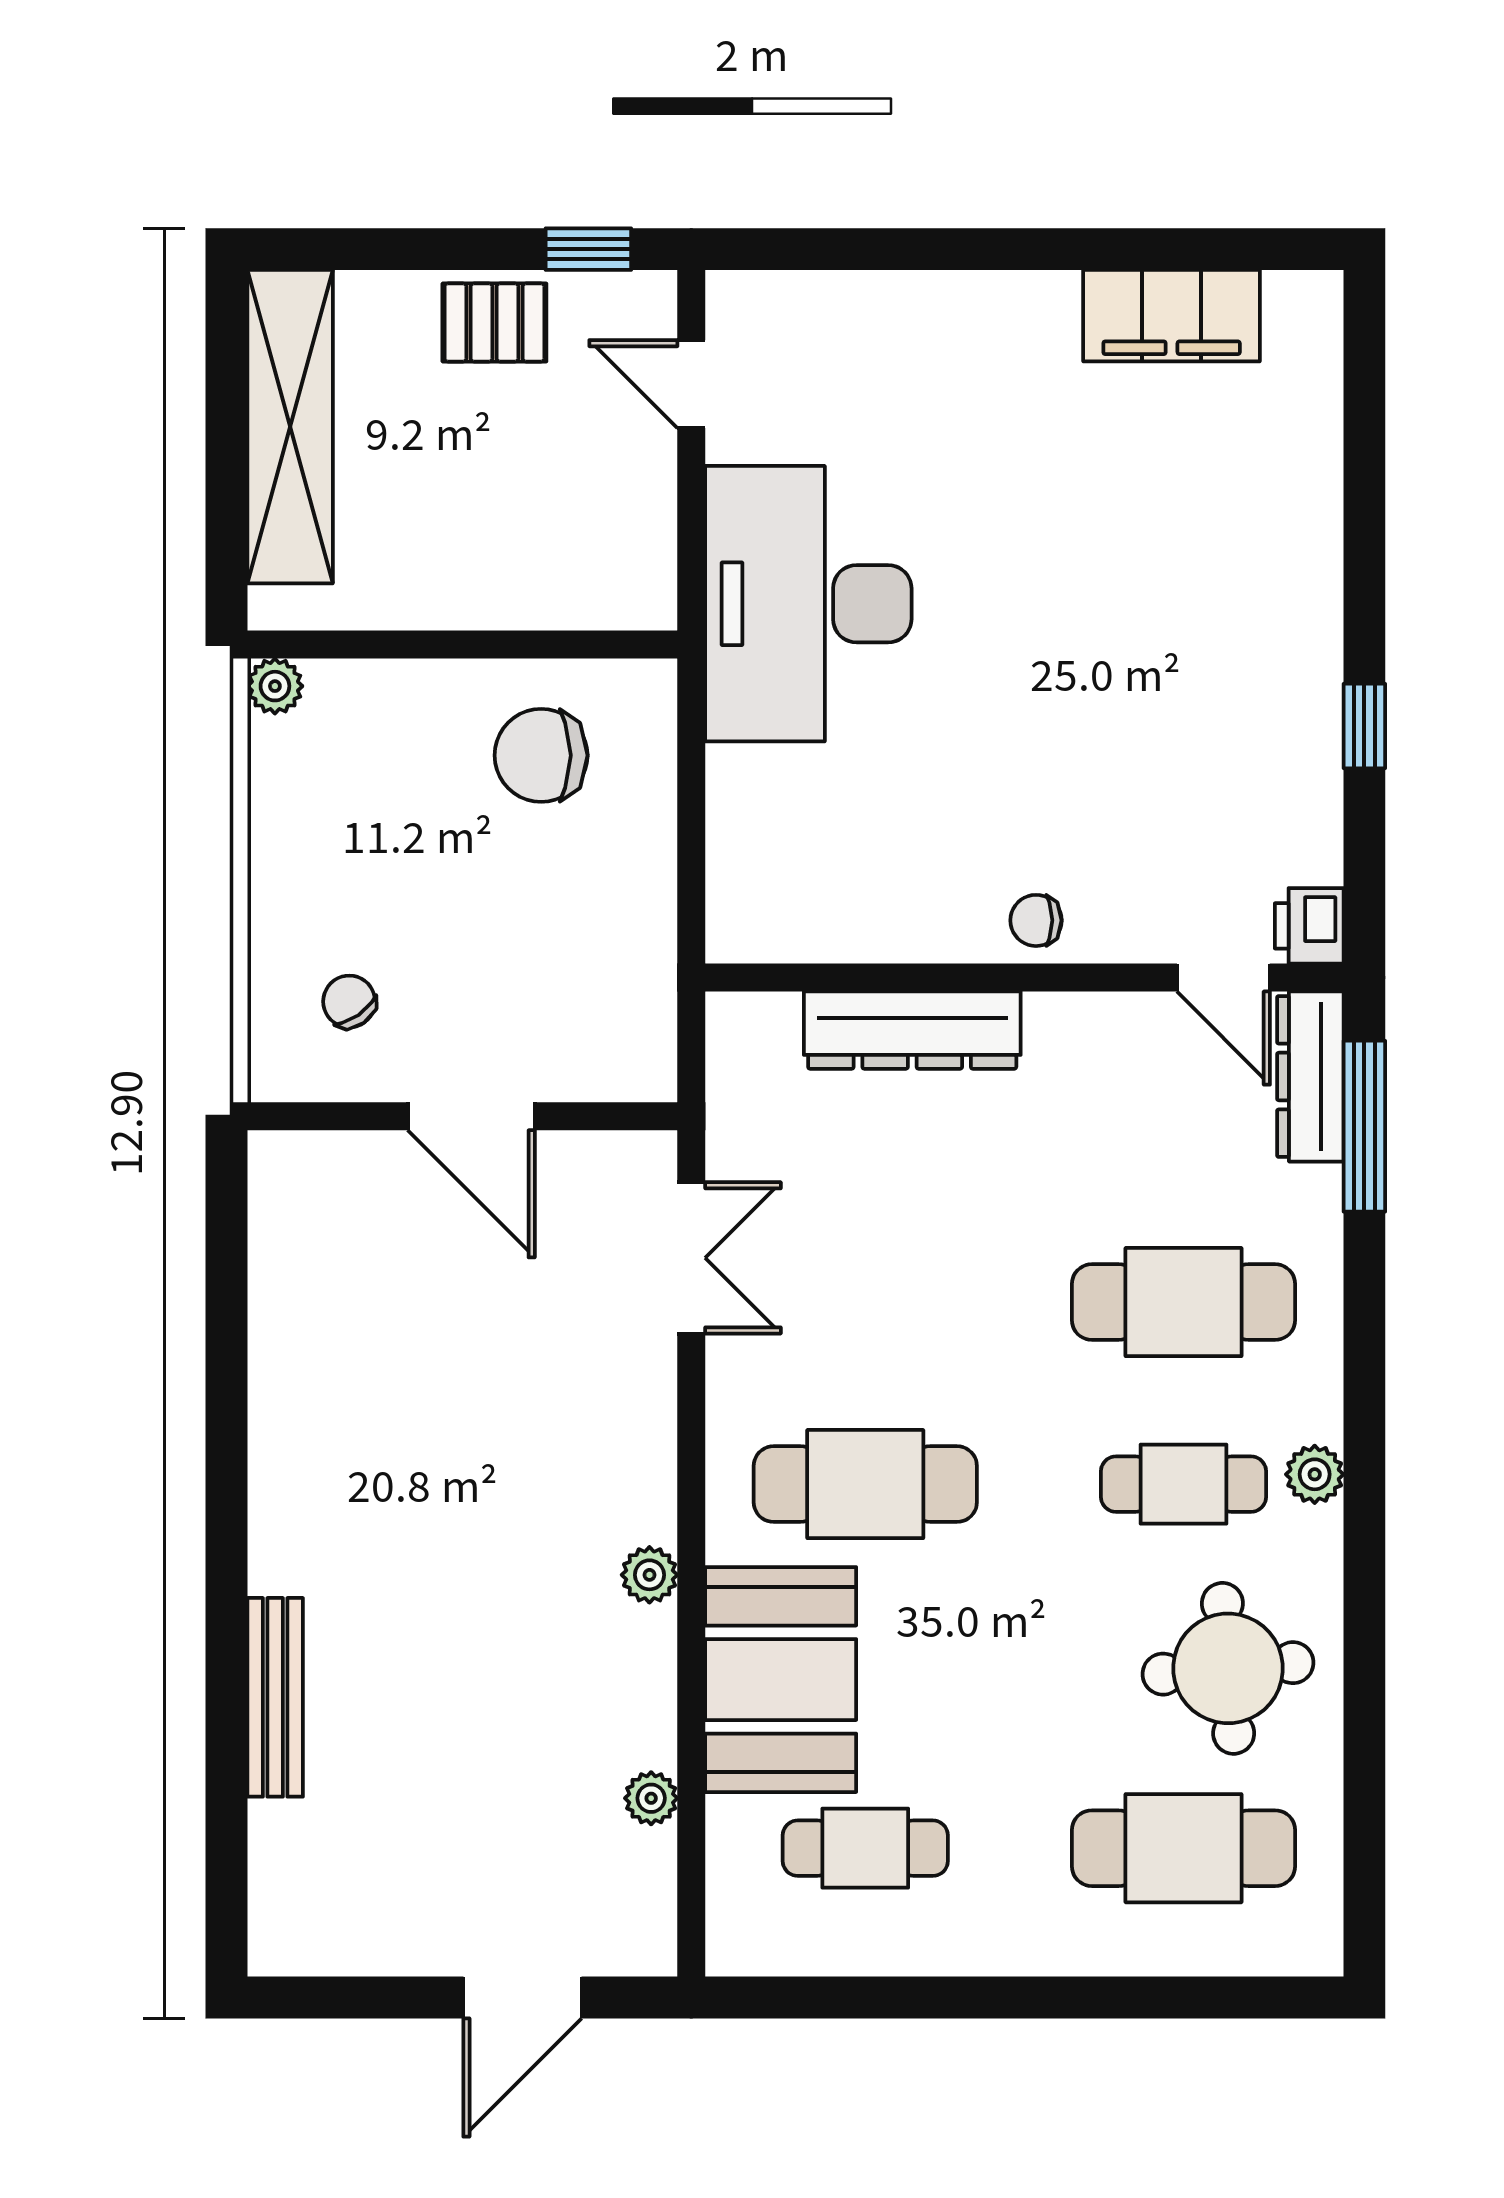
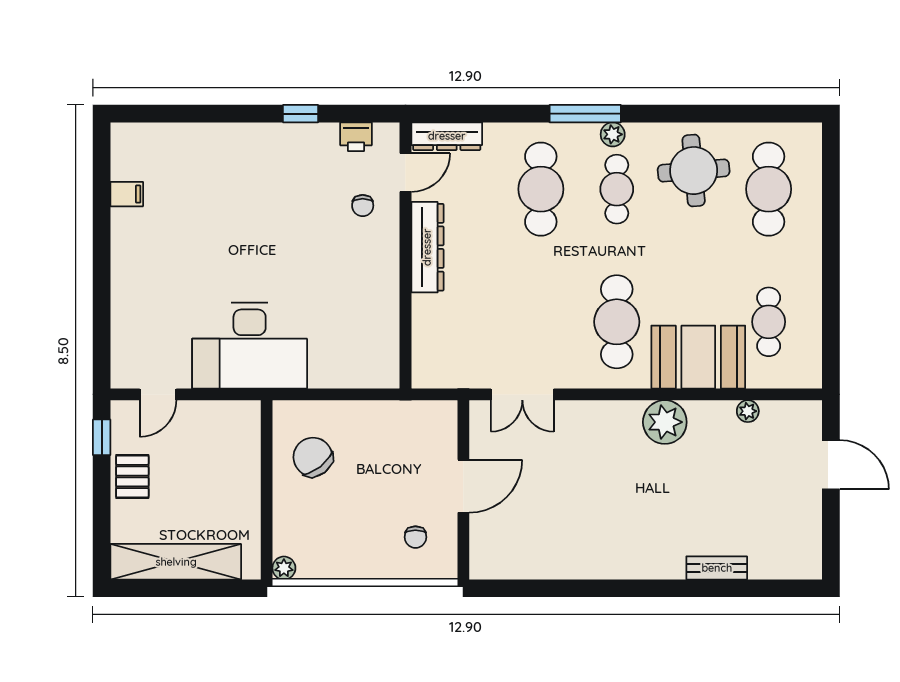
filing cabinet: (1172, 316) -> (127, 194), width x0.33, depth x0.86
chair: (541, 755) -> (313, 457), turned 142
chair: (1036, 920) -> (363, 206), moved
printer: (1309, 926) -> (356, 137), moved
chair: (349, 1001) -> (415, 537), turned -55
dresser: (912, 1030) -> (427, 247), moved
window: (1364, 1126) -> (585, 114), moved
double door: (691, 1258) -> (522, 394), swing flipped
plant: (649, 1575) -> (665, 422), width x1.88, depth x1.88
bench: (275, 1697) -> (717, 568), width x0.73

